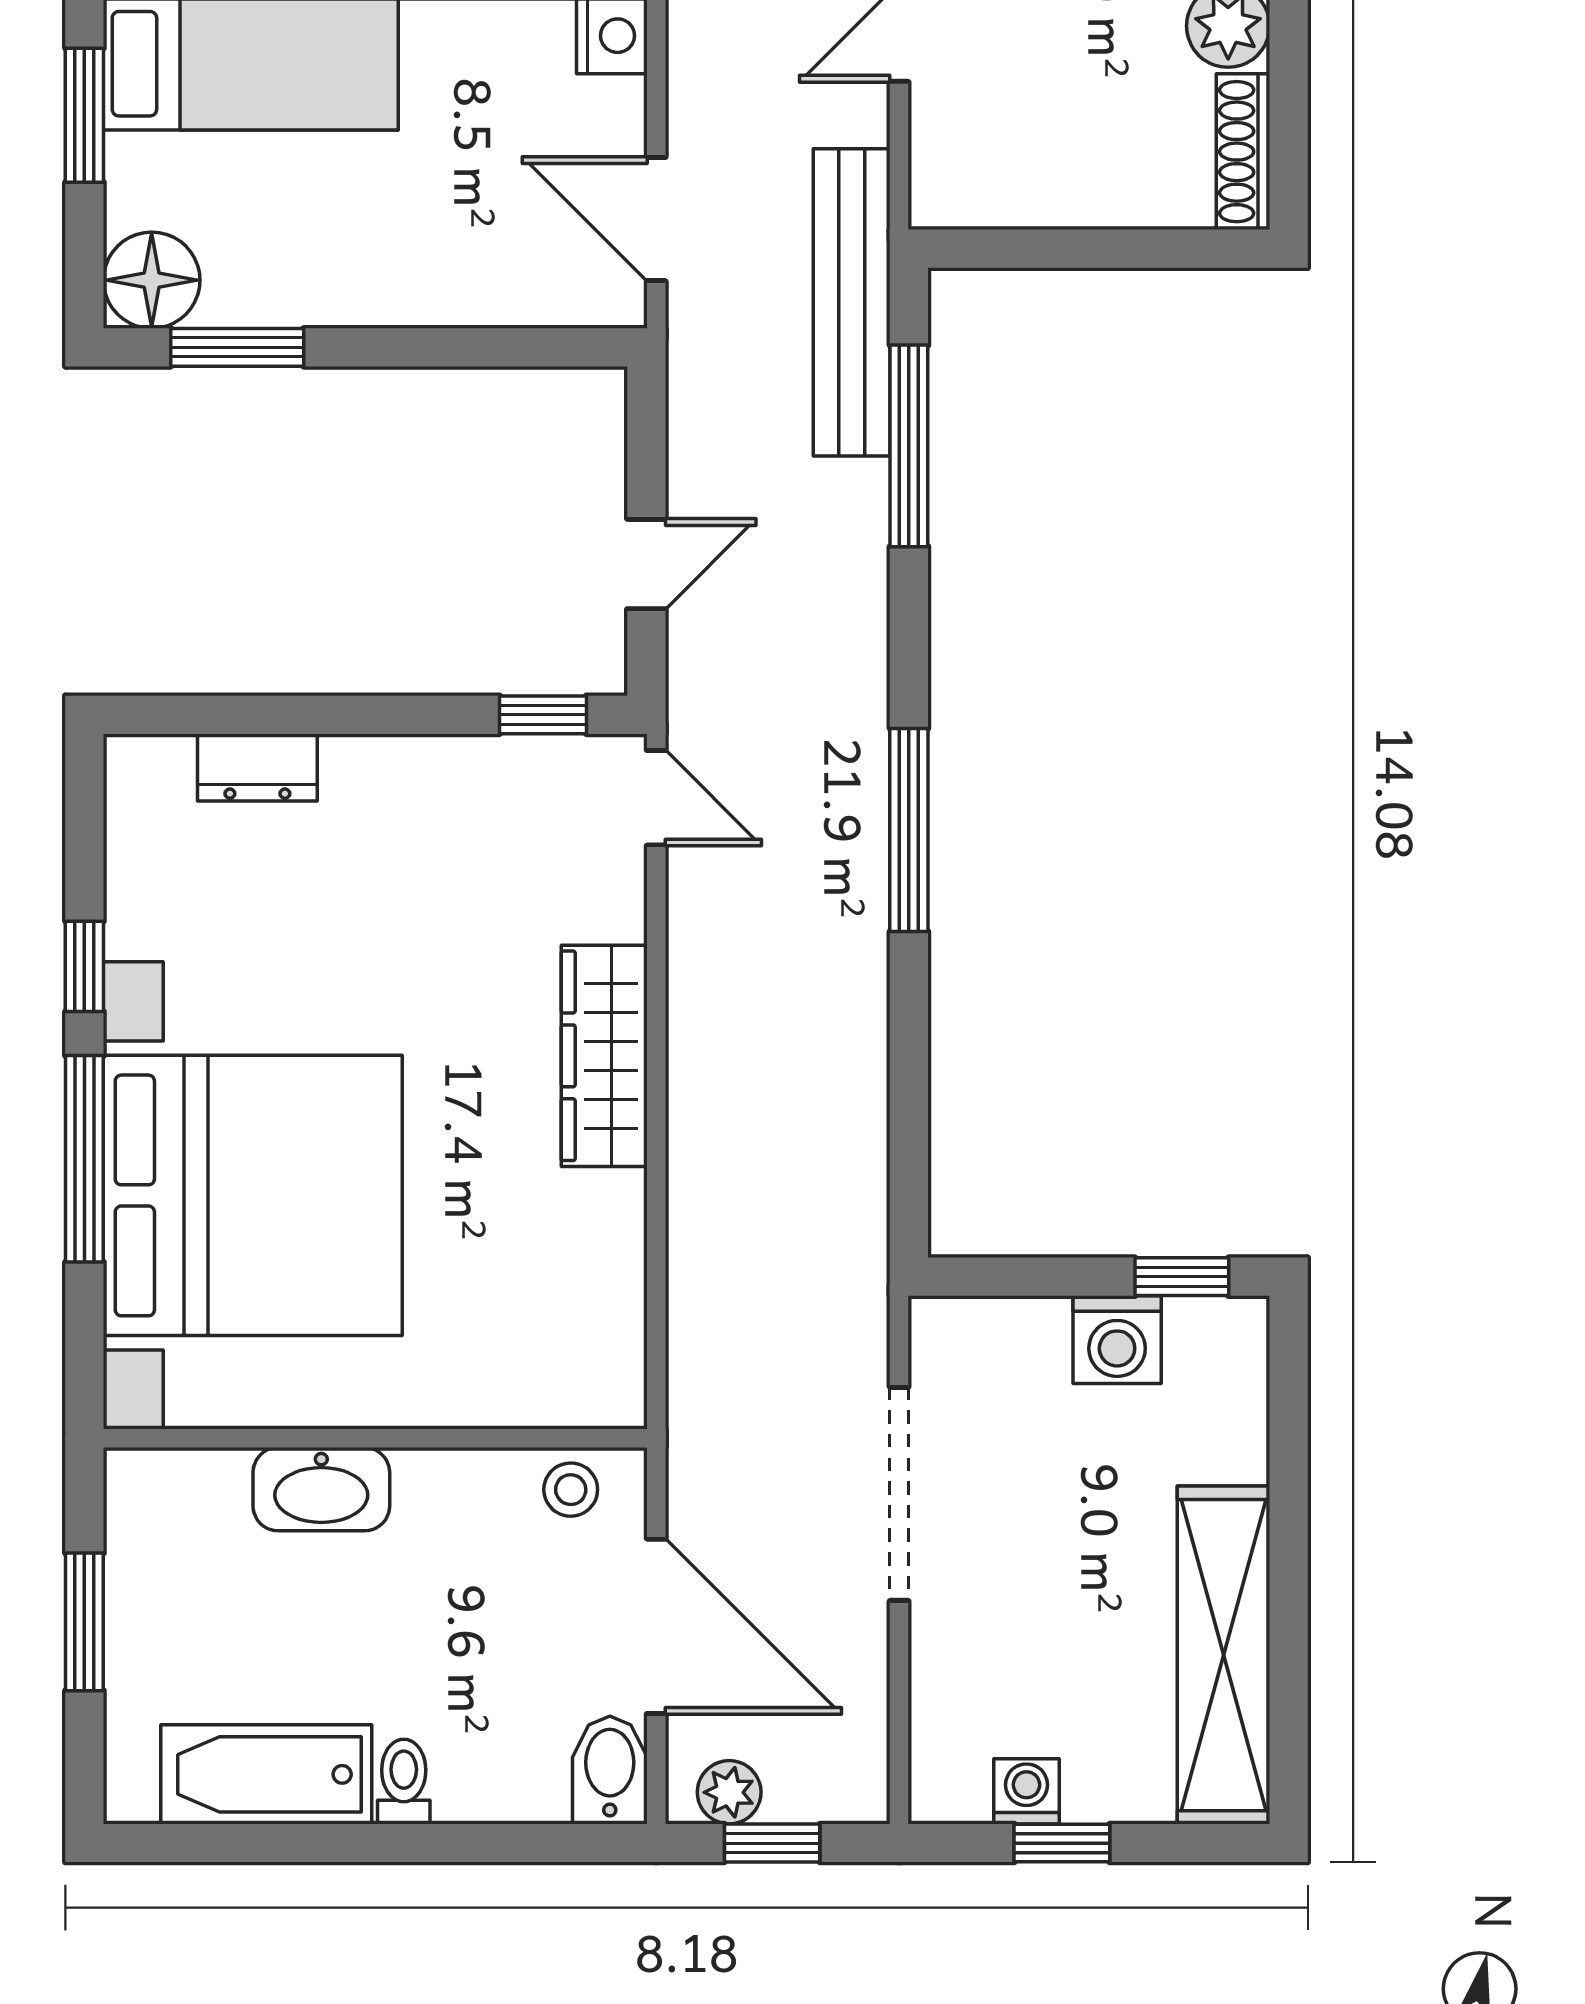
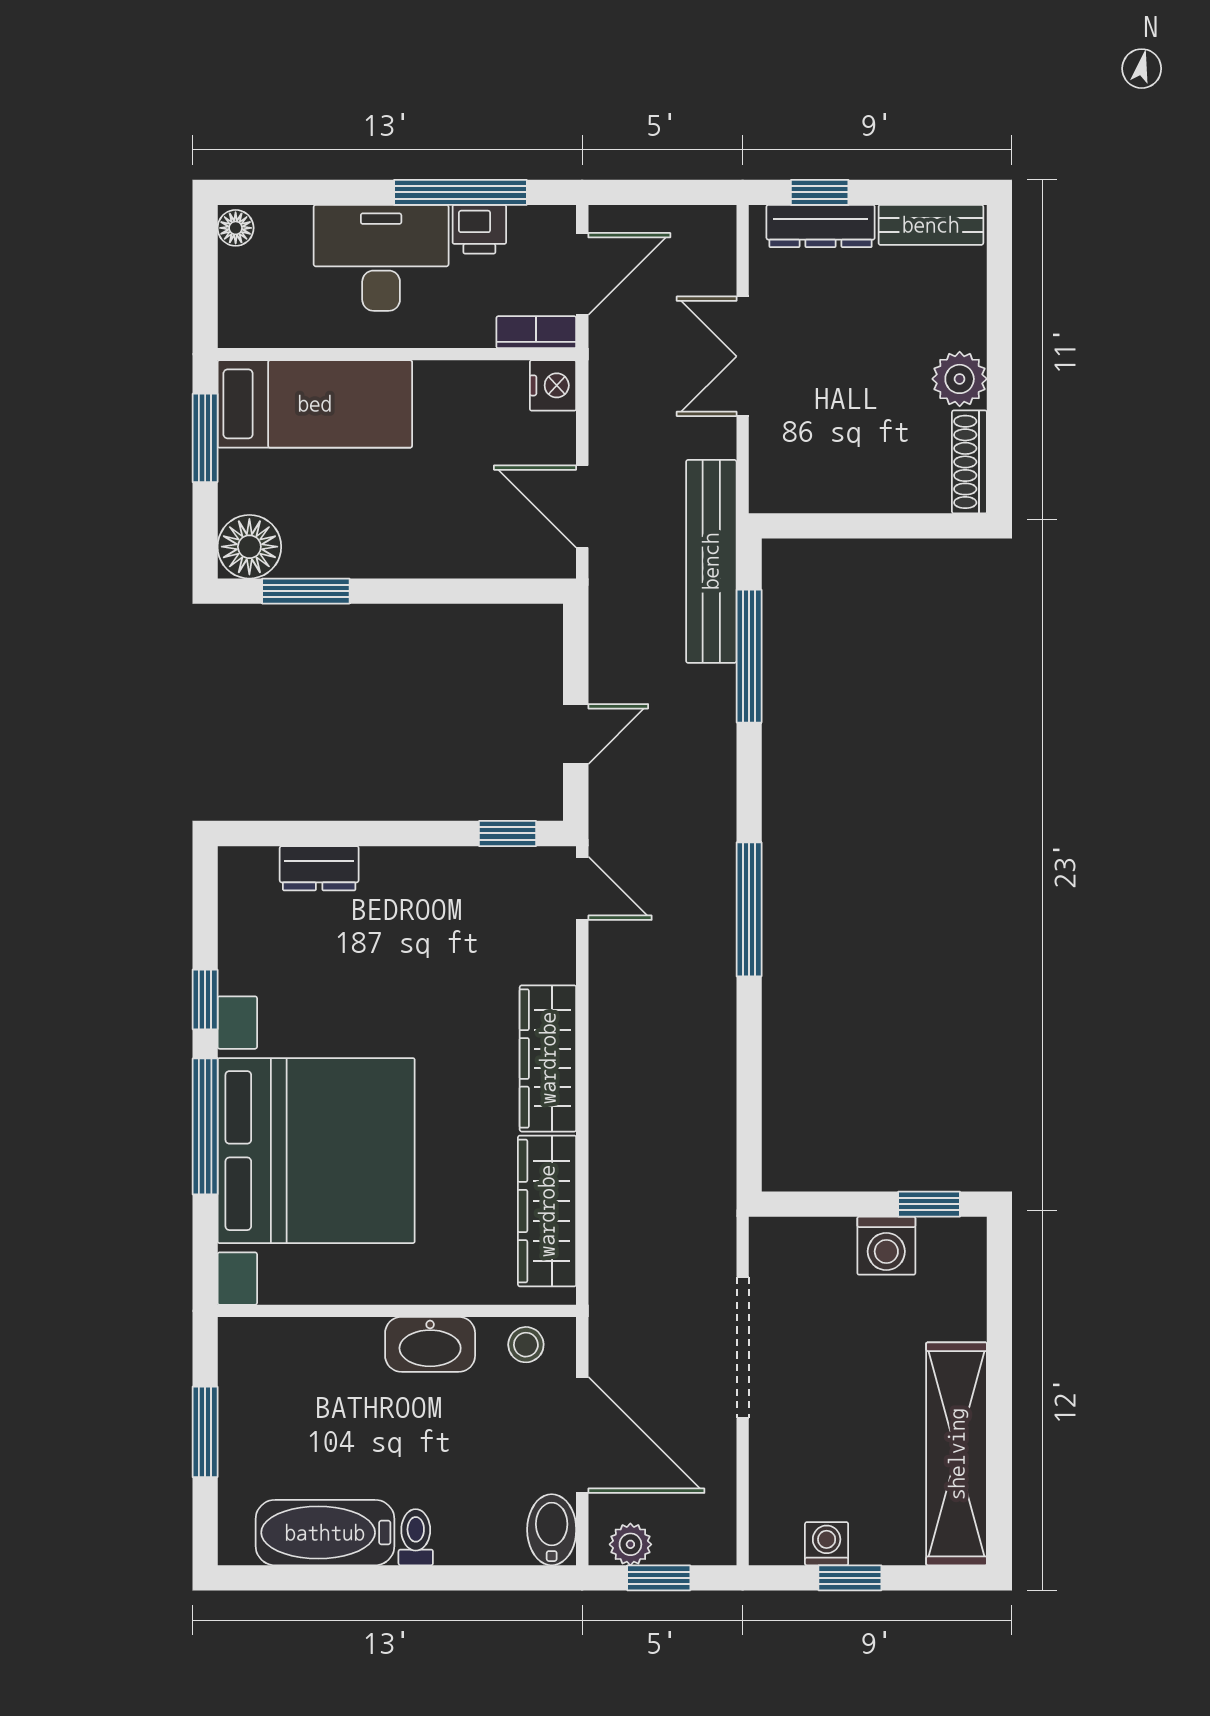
wardrobe: (603, 1287) -> (547, 1211), added
washbasin: (321, 1489) -> (430, 1344), moved

